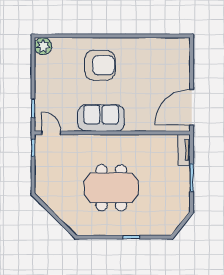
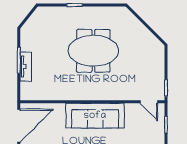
sofa: (101, 118) -> (95, 116), width x1.36
tv unit: (184, 150) -> (26, 66), moved

